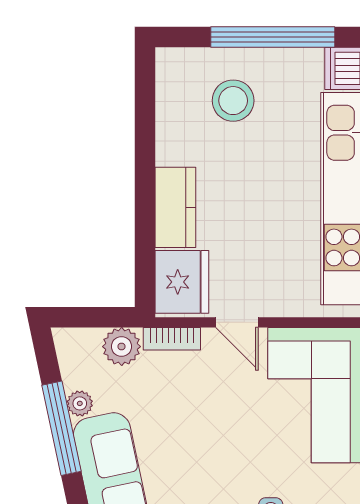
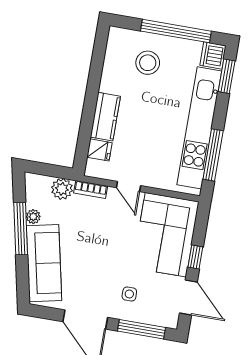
fridge: (182, 282) -> (99, 150), width x0.53, depth x0.75

